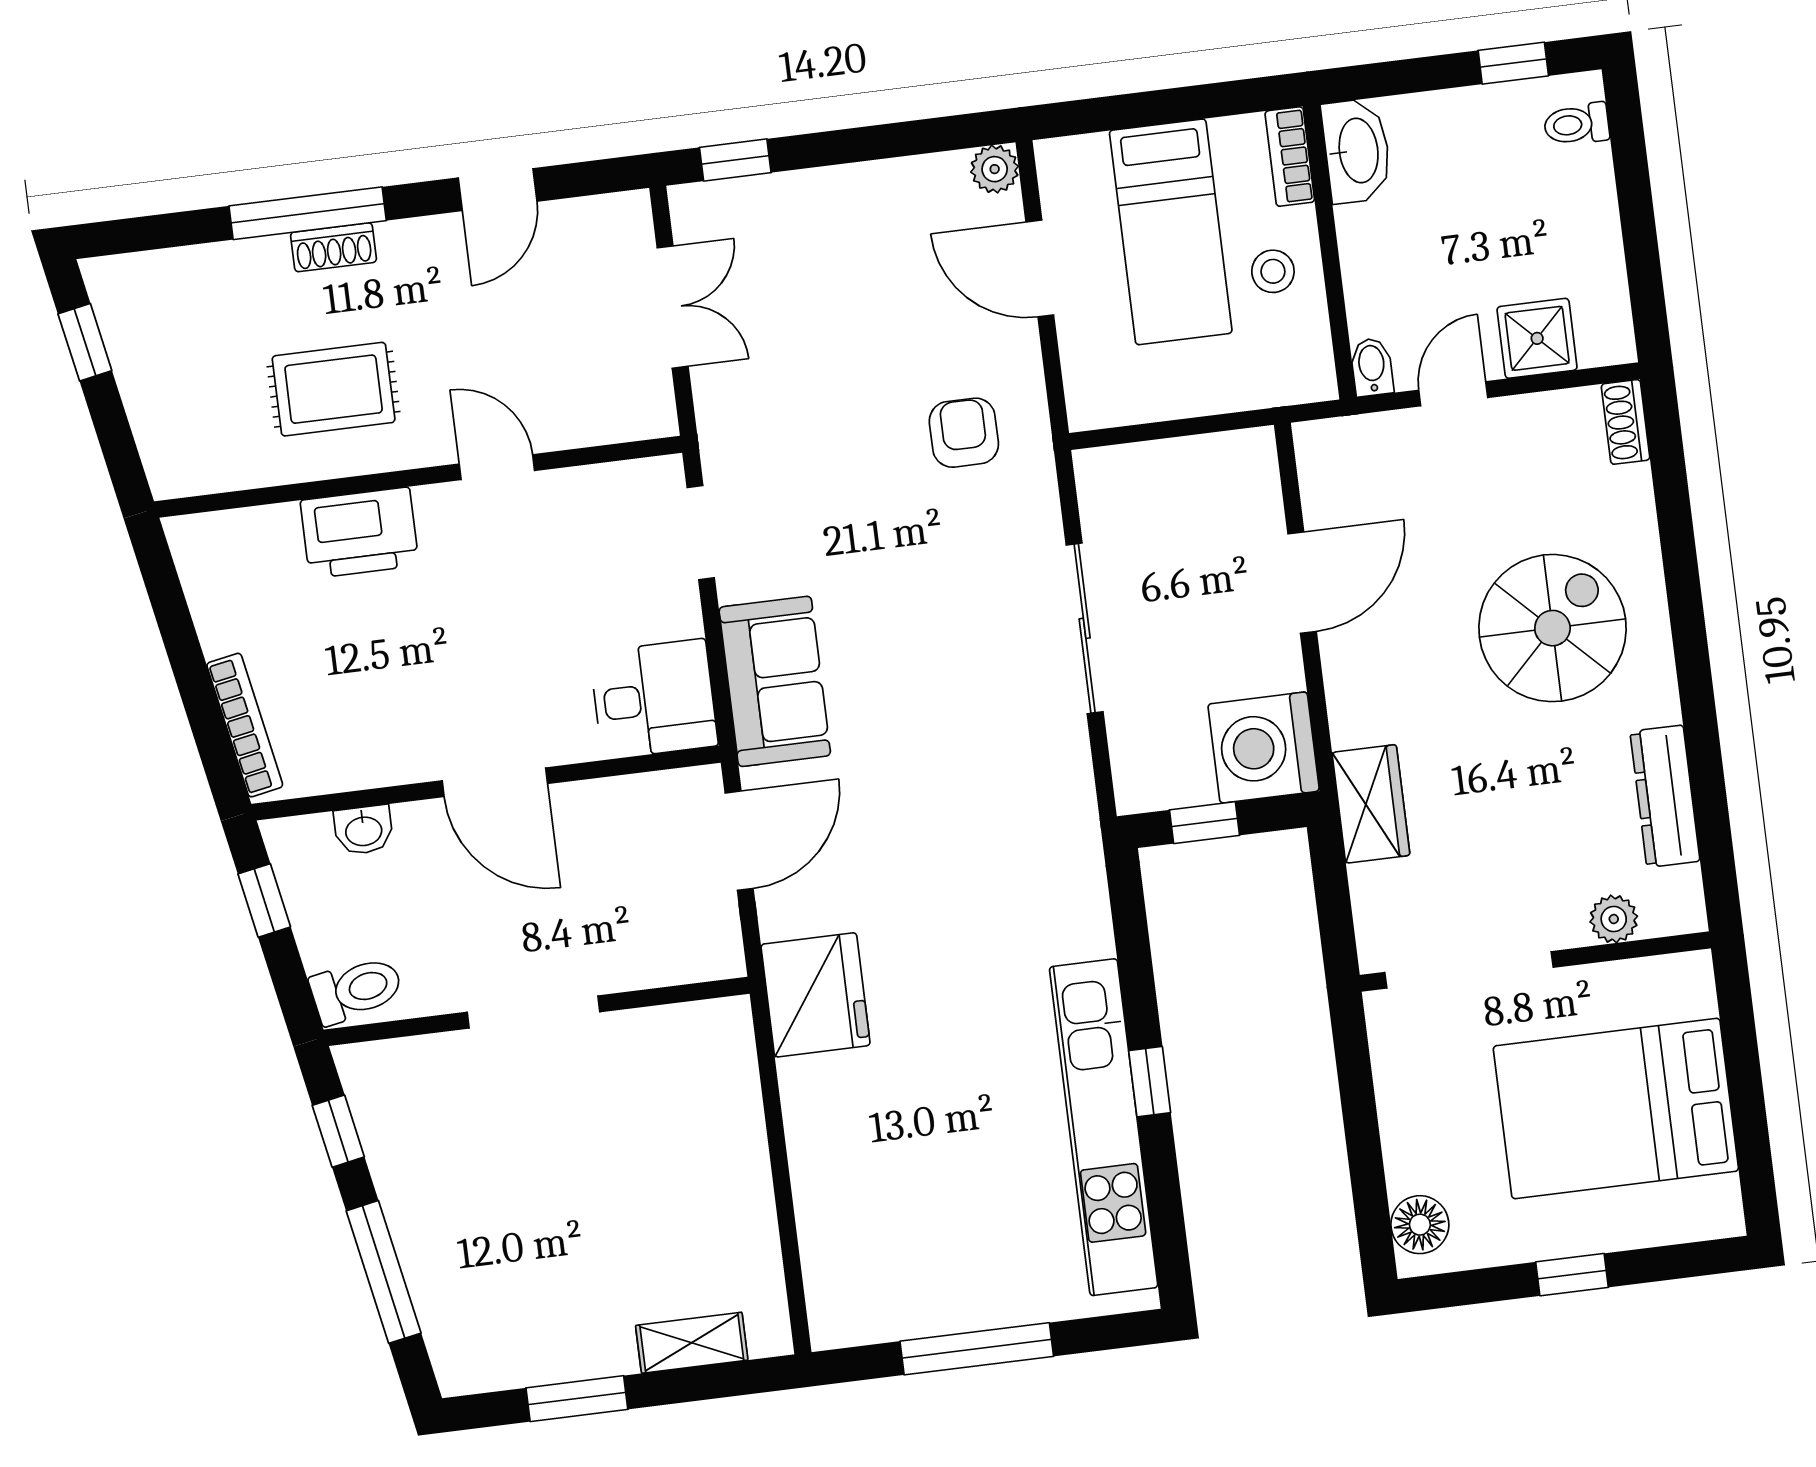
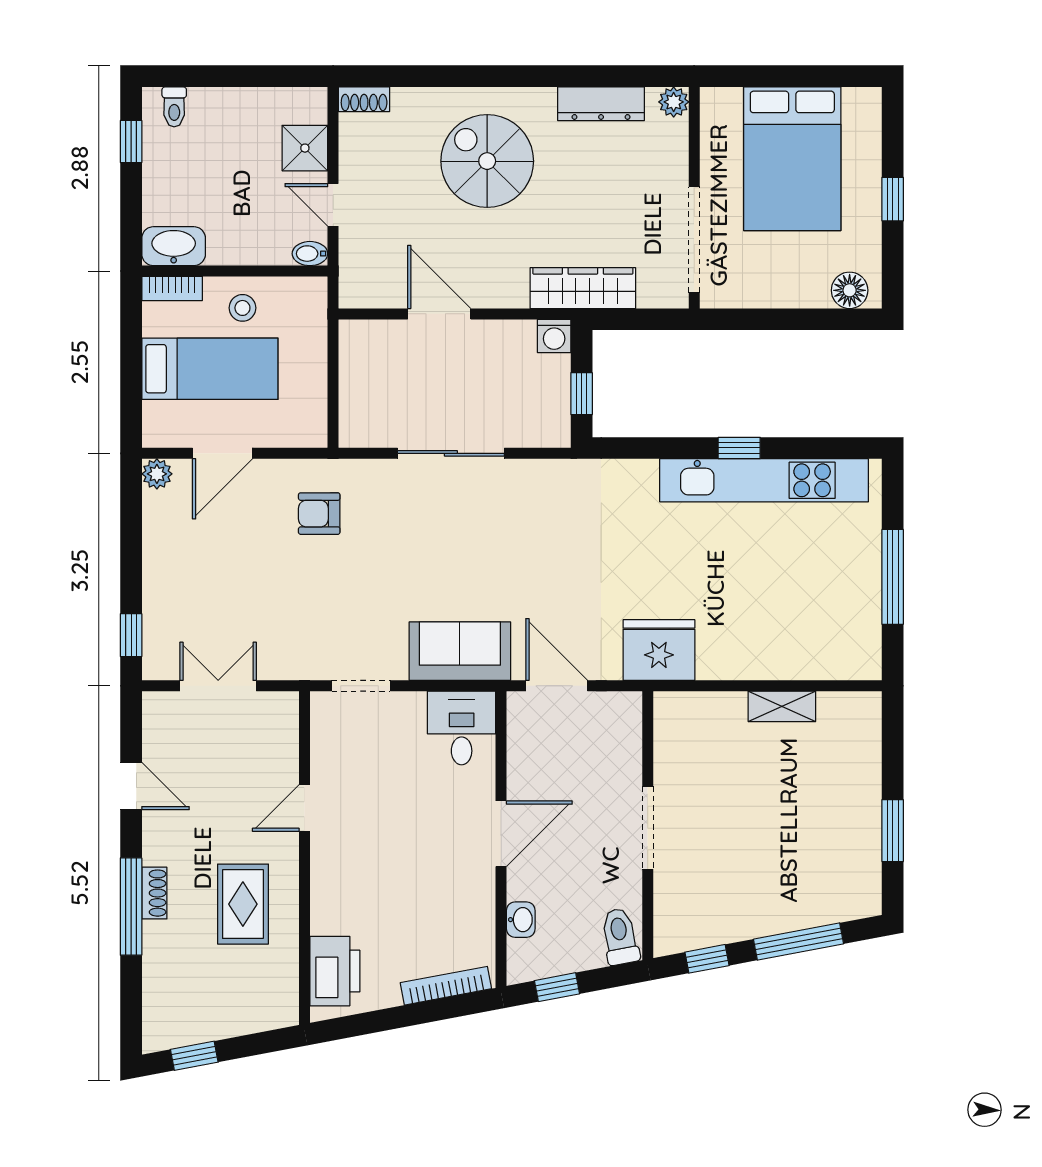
printer: (360, 533) -> (335, 971), moved
washing machine: (1264, 748) -> (554, 336), width x0.53, depth x0.53
wardrobe: (1371, 804) -> (583, 288), width x1.50
plant: (1614, 919) -> (674, 102), moved
shelving: (692, 1343) -> (782, 706), moved, turned 90

